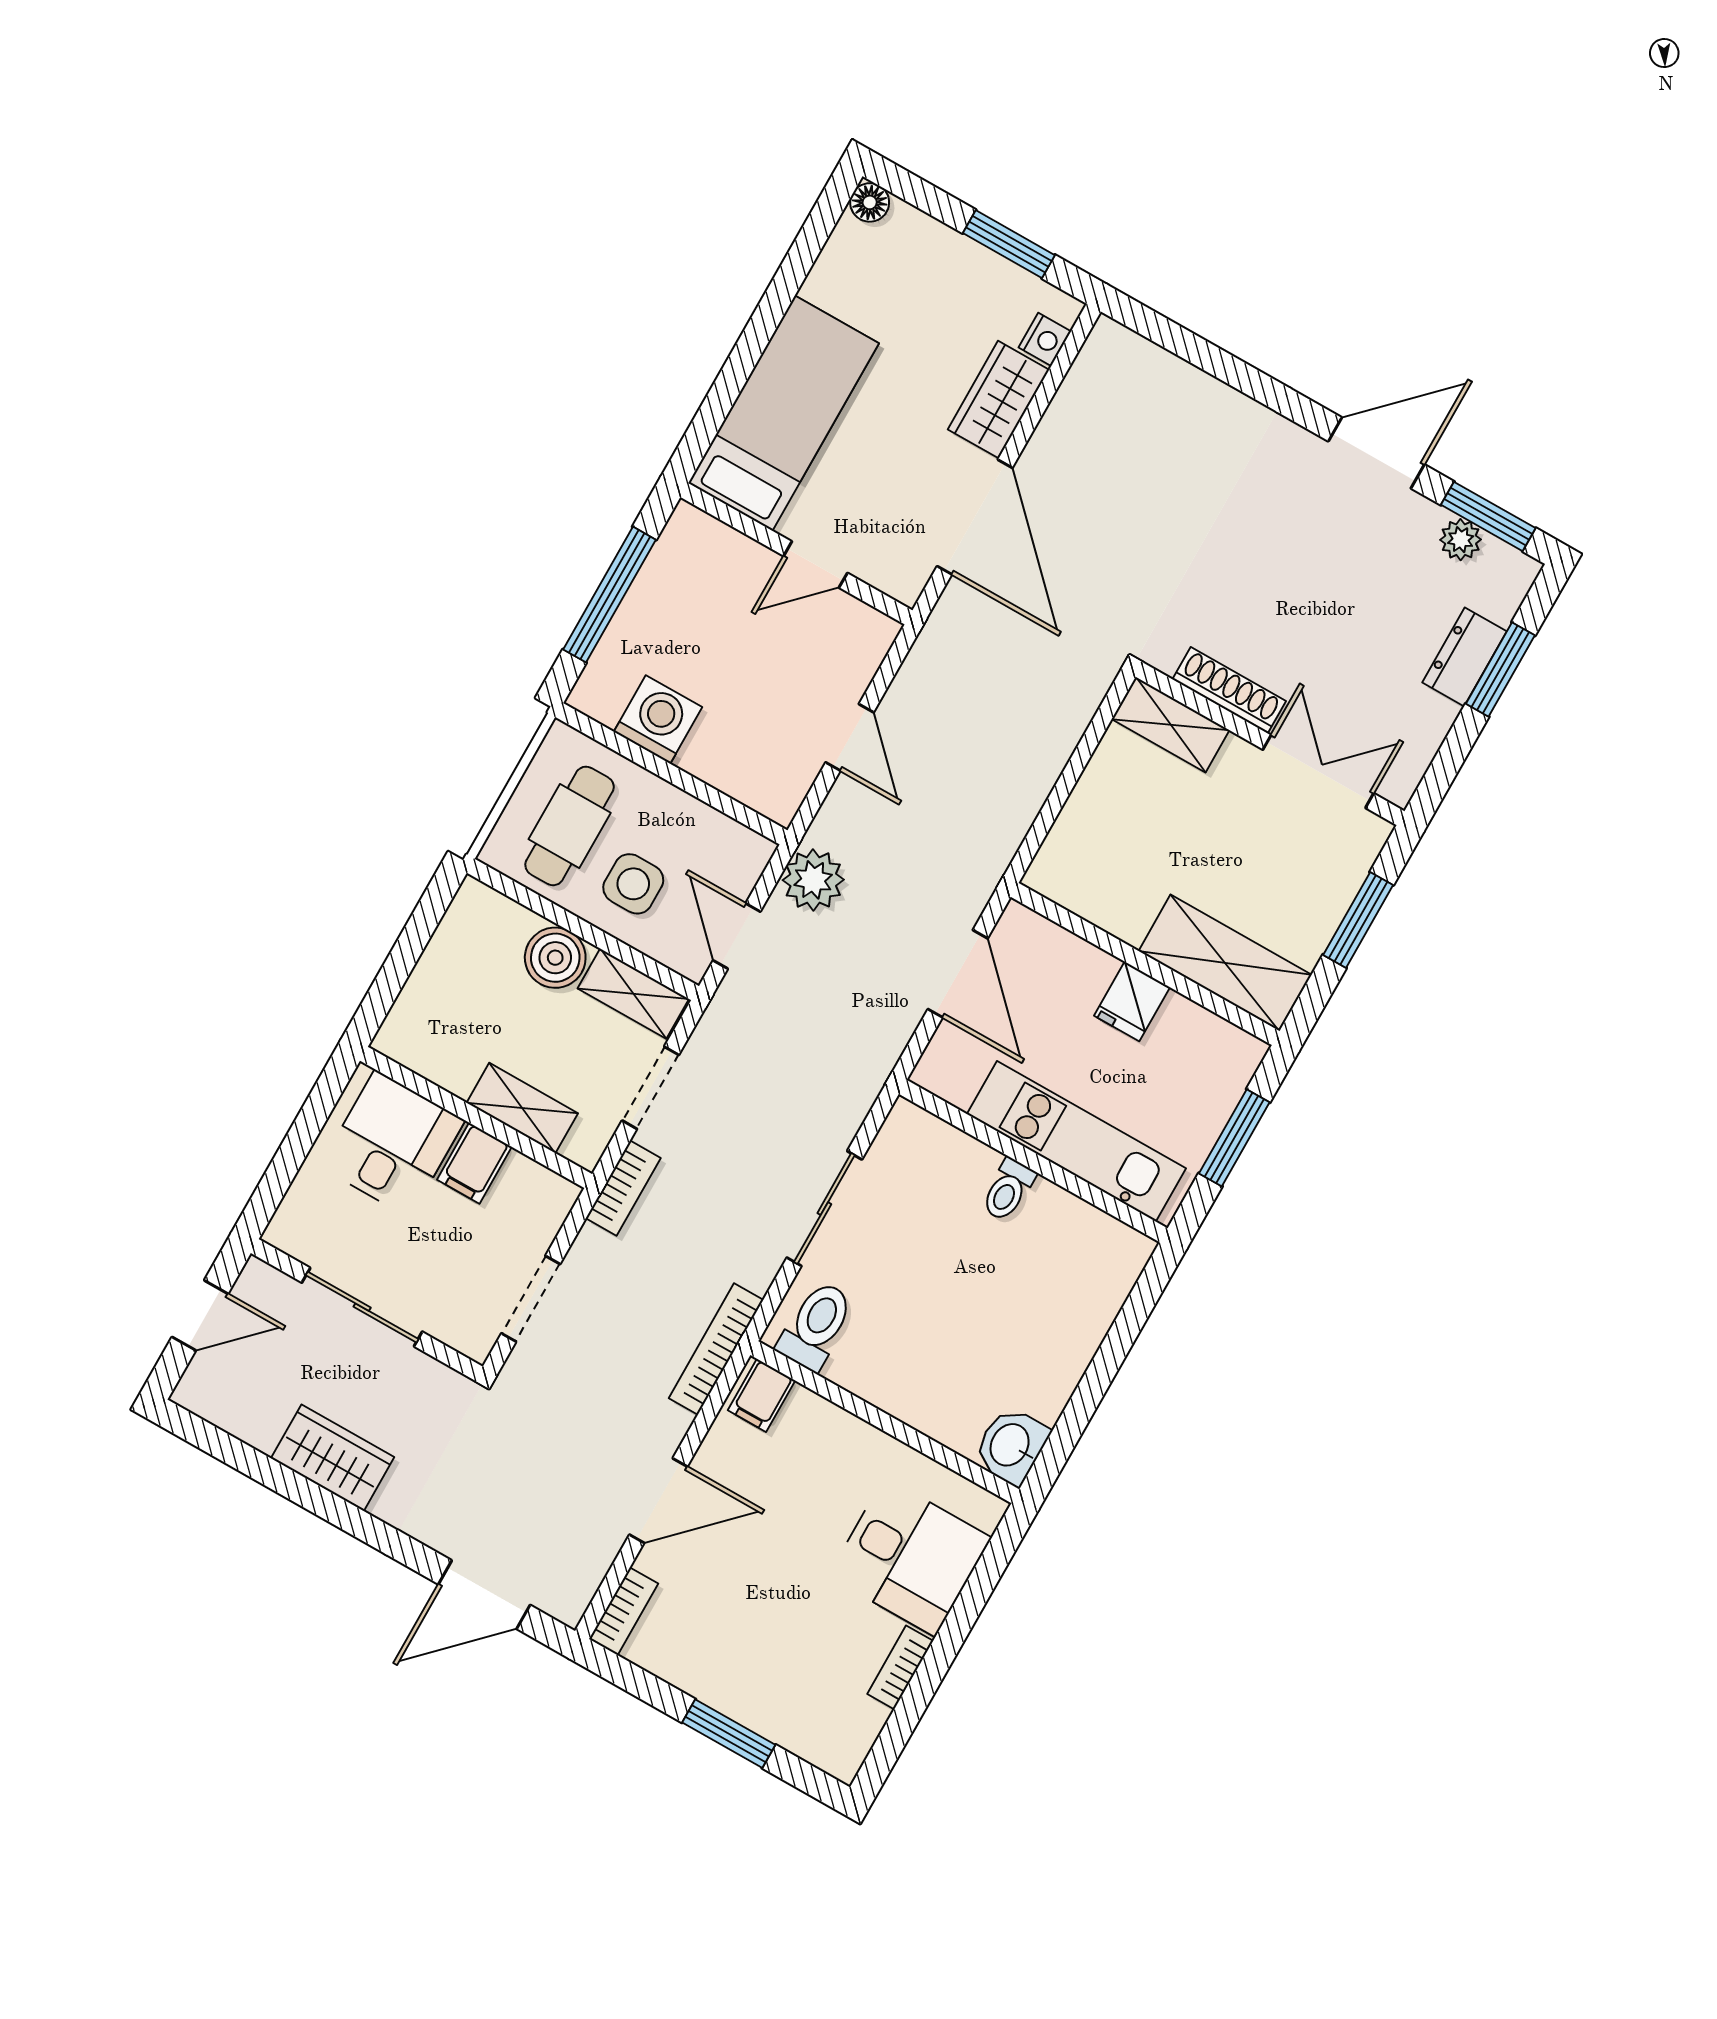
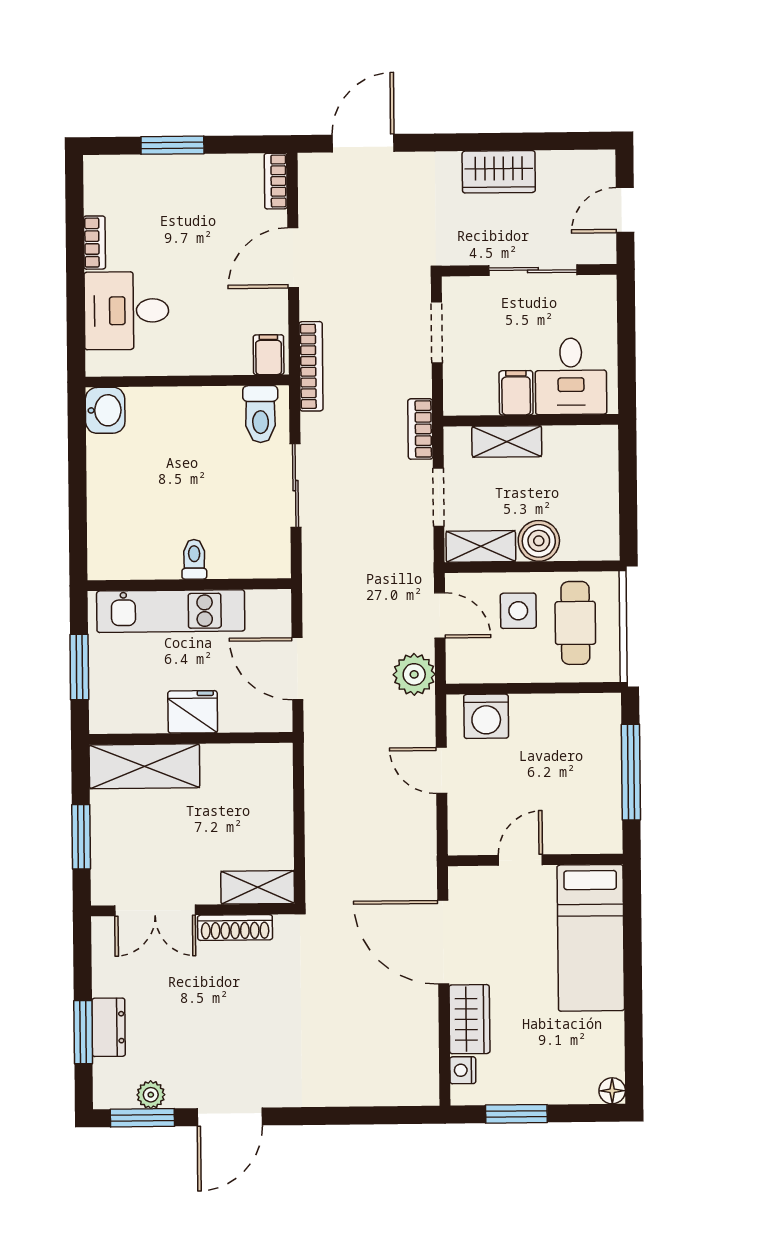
washing machine: (658, 719) -> (486, 716), moved
fridge: (1132, 1001) -> (193, 712), width x1.38

